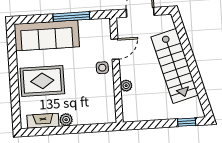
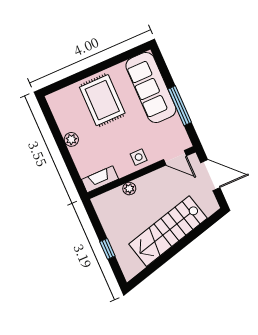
door: (115, 49) -> (175, 158), moved
fireplace: (43, 121) -> (100, 179), moved, turned -90
window: (187, 122) -> (107, 249), moved

